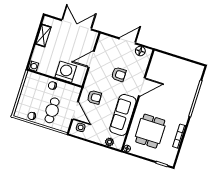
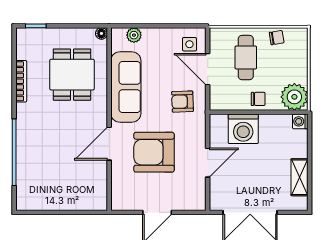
floor lamp: (140, 51) -> (130, 202), removed
armchair: (119, 74) -> (154, 152), width x1.88, depth x1.88
plant: (32, 80) -> (294, 97), added

